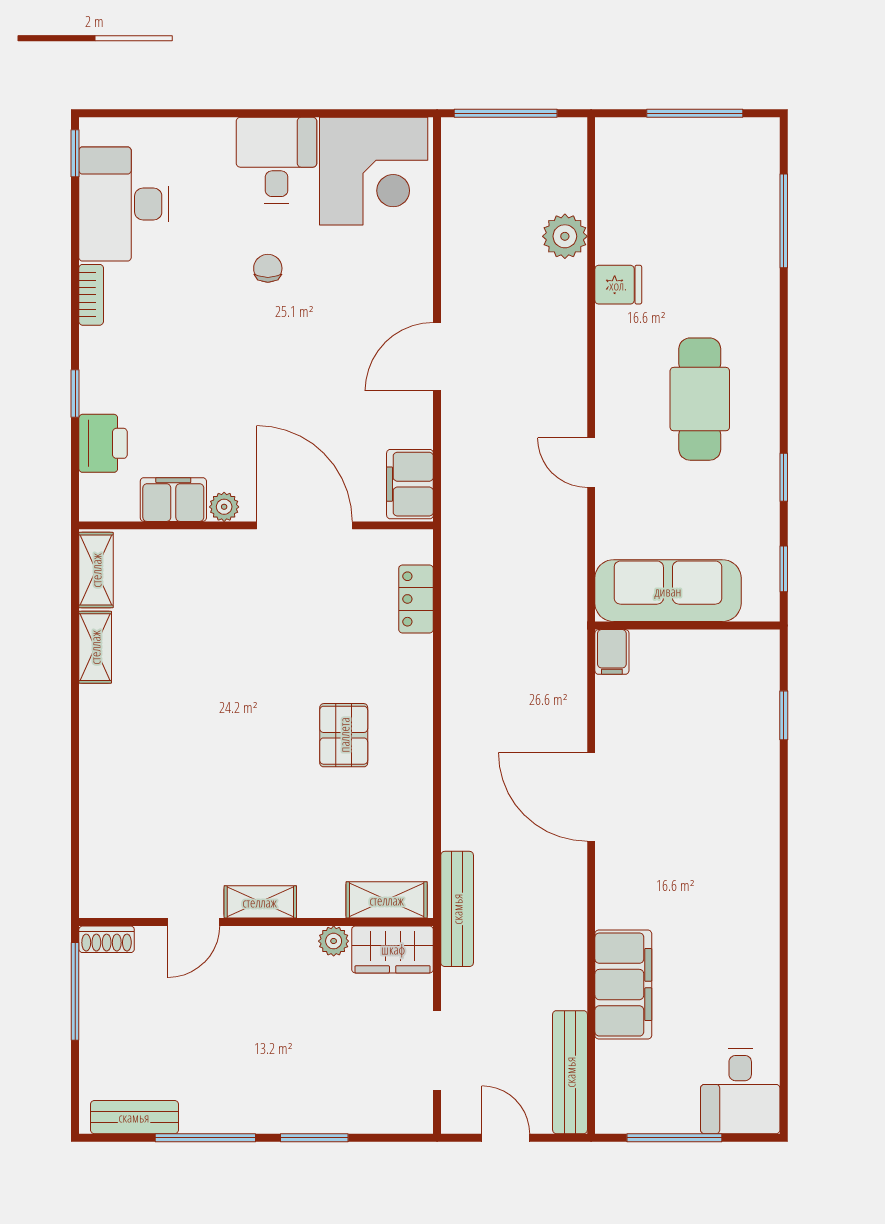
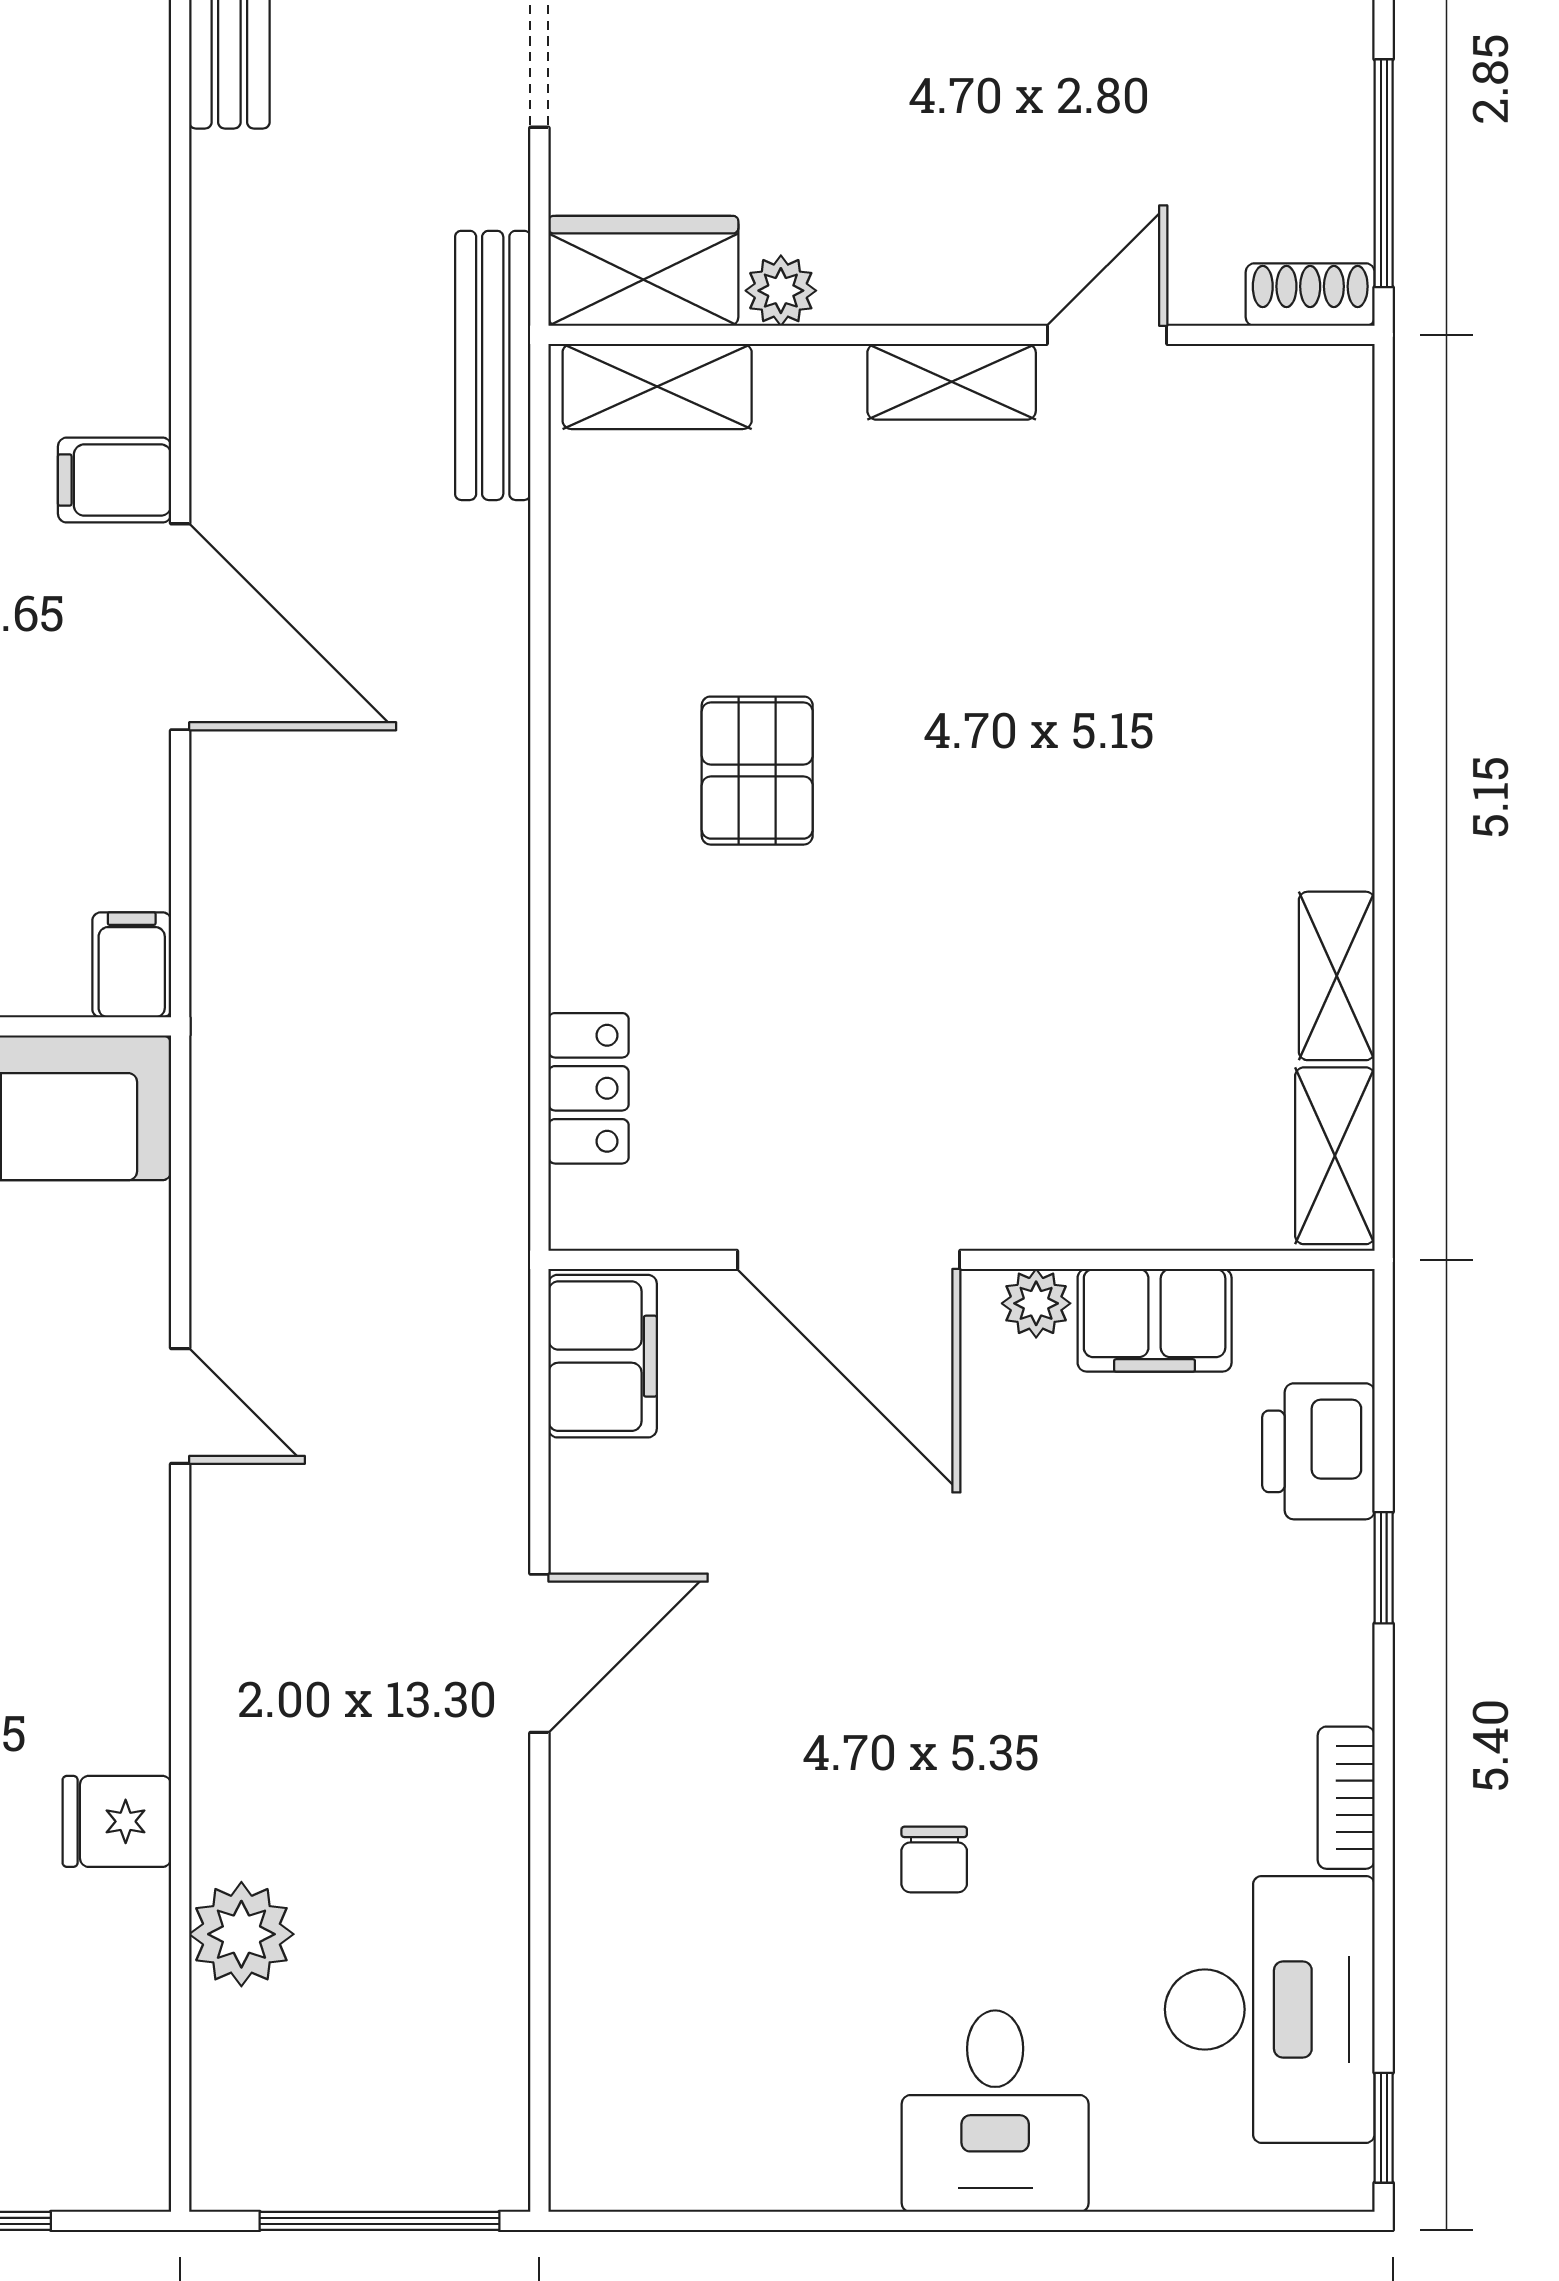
desk: (277, 160) -> (995, 2111), moved
corner desk: (374, 171) -> (687, 2086), removed
filing cabinet: (623, 985) -> (115, 480), moved, width x0.33, depth x0.86

